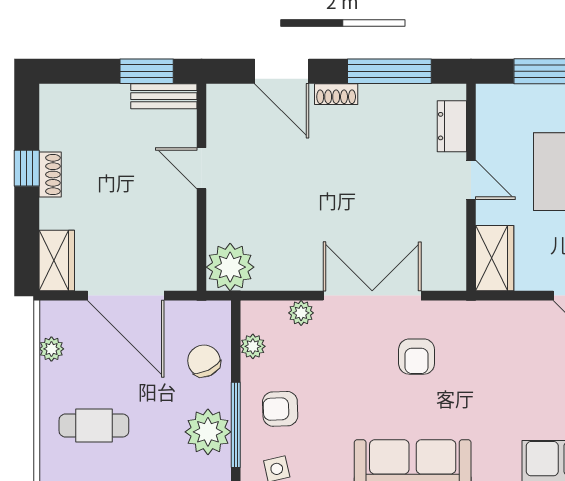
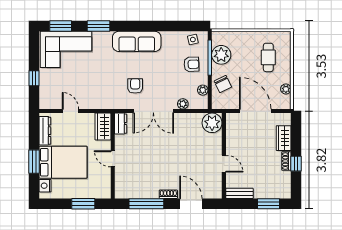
window: (147, 71) -> (268, 204), moved
dresser: (452, 126) -> (121, 124), moved
wardrobe: (57, 261) -> (284, 138), moved
cafe table: (94, 426) -> (268, 57), turned 90

